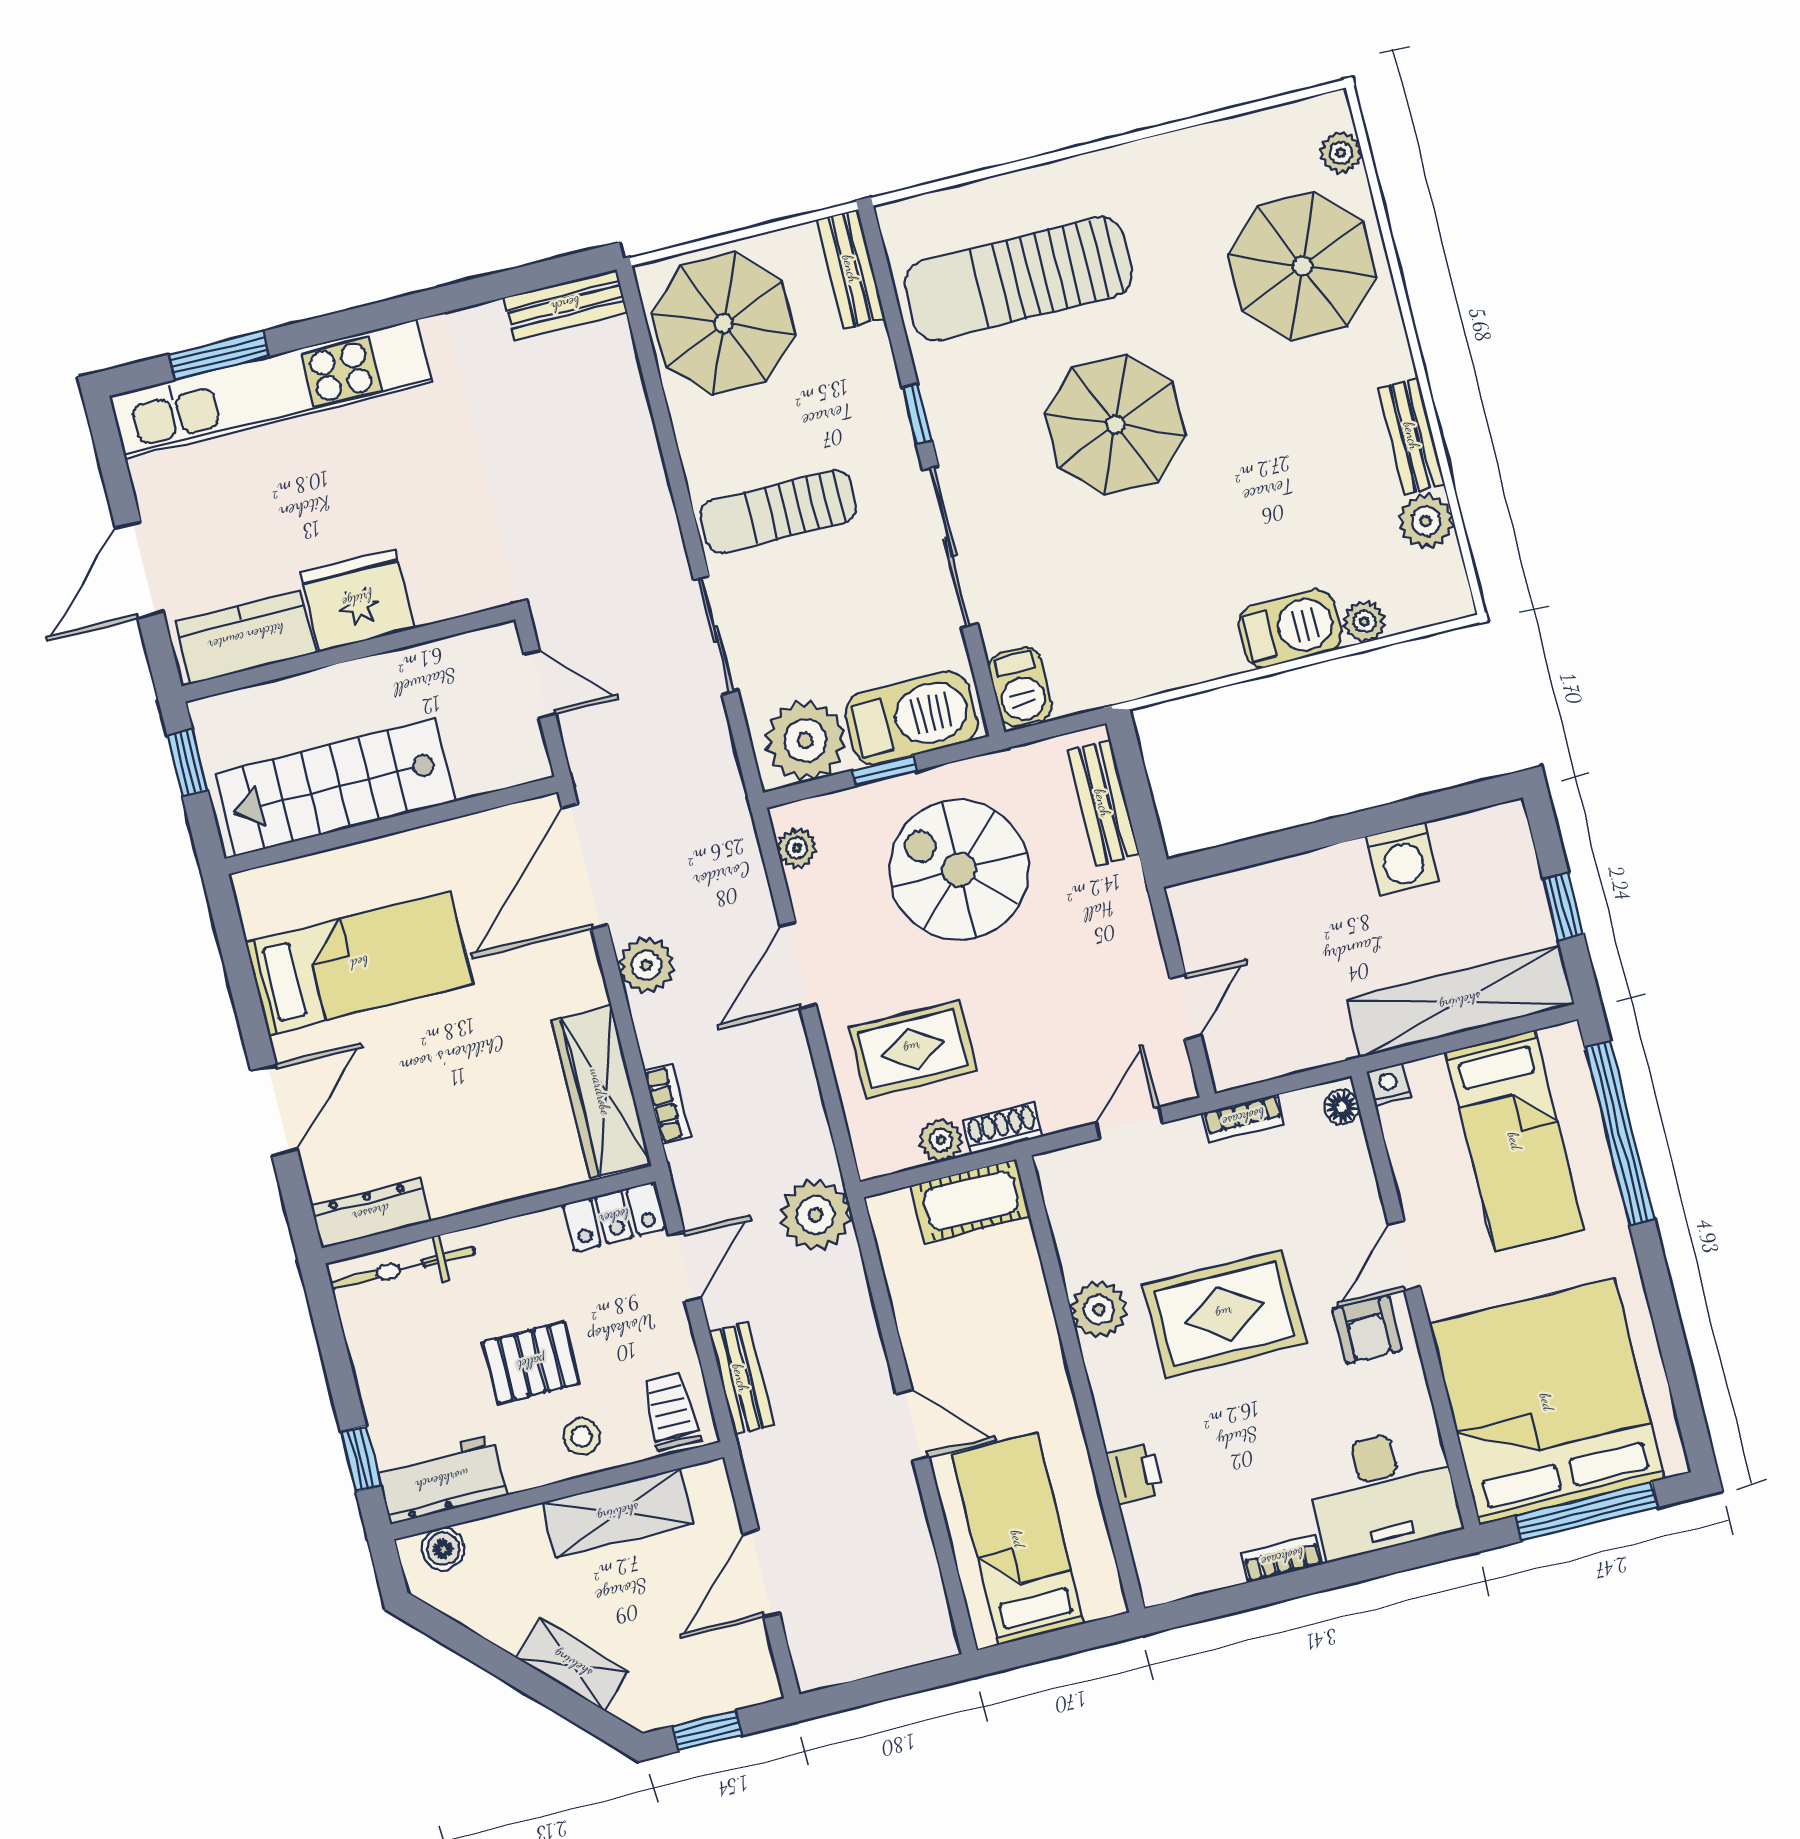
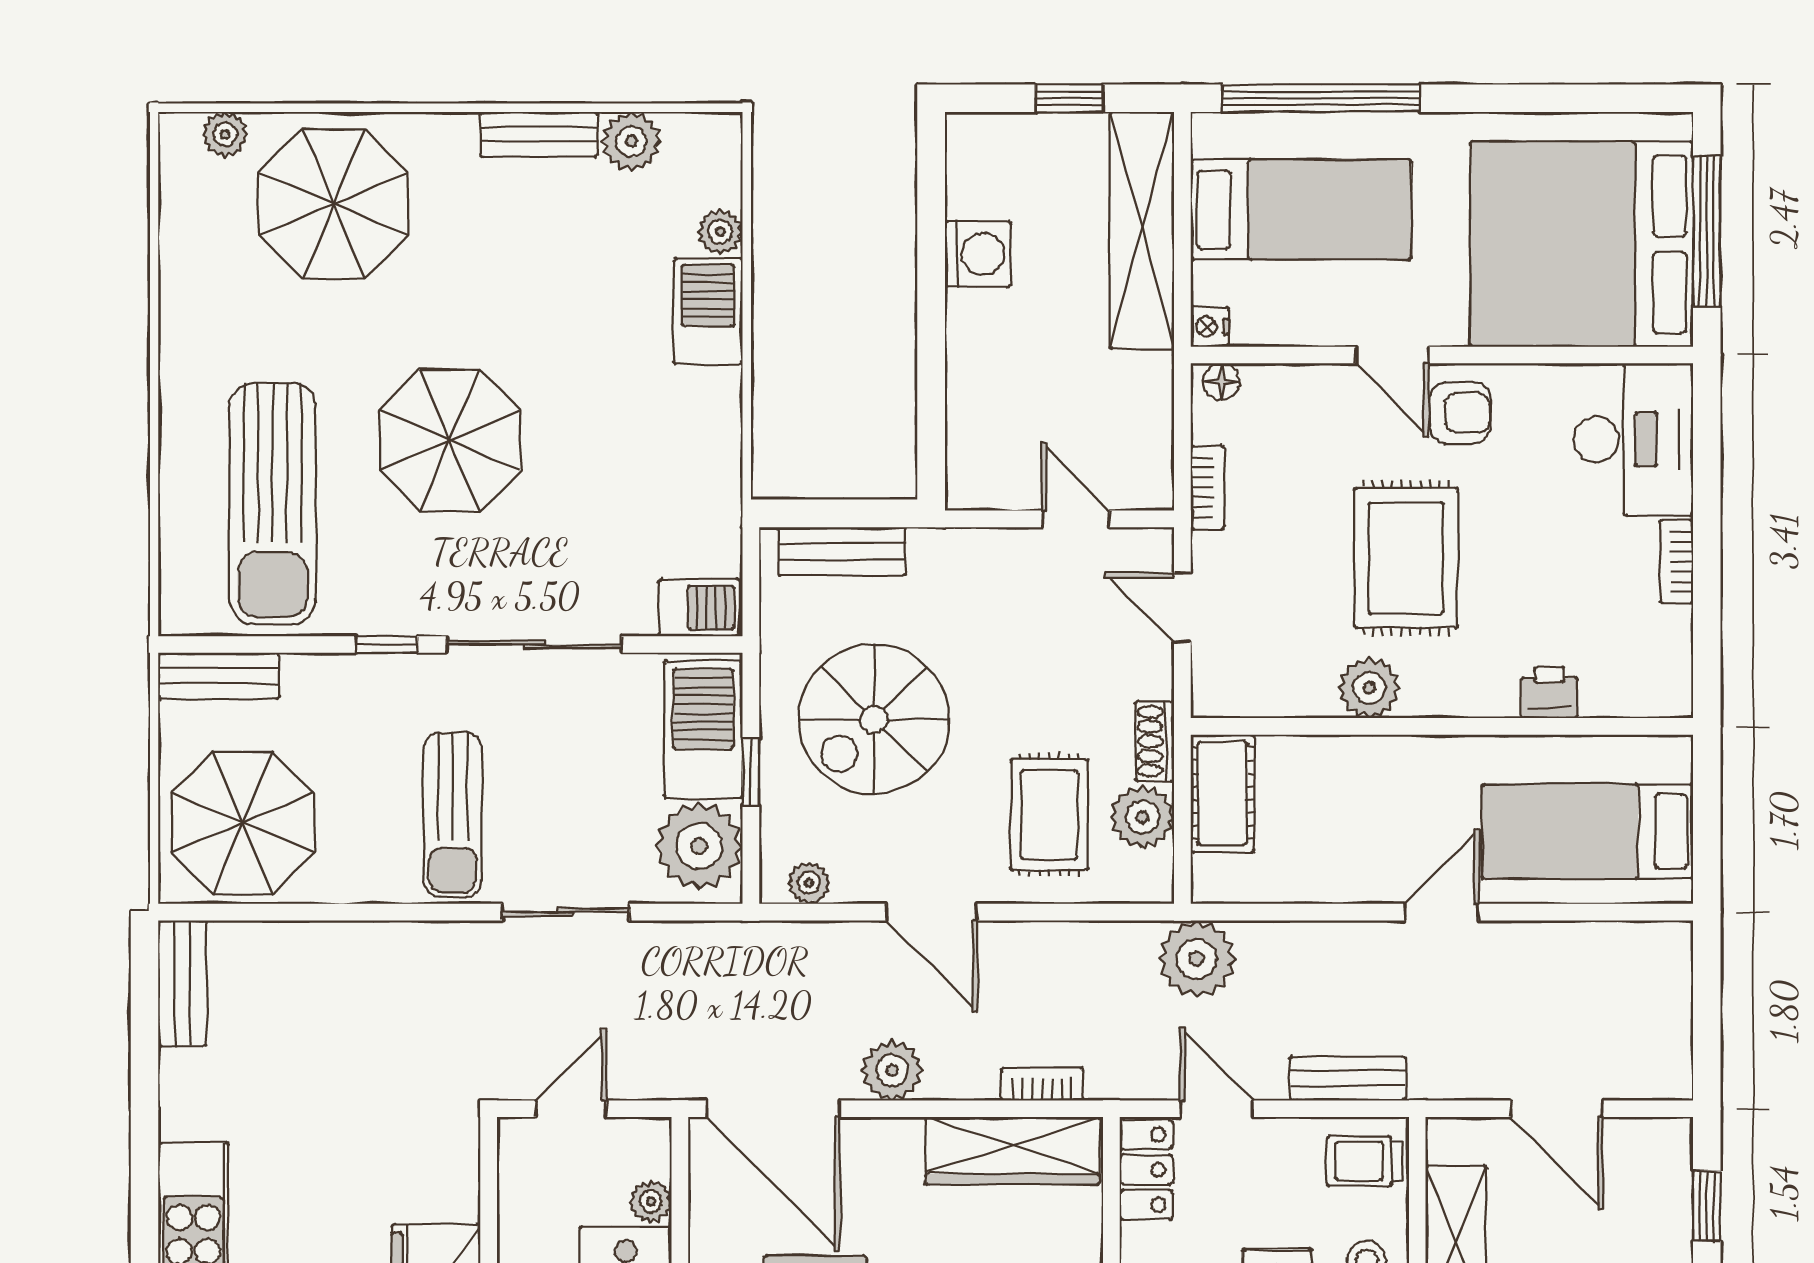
plant: (474, 777) -> (651, 1201), added
plant: (941, 1140) -> (1143, 817), width x1.38, depth x1.38

